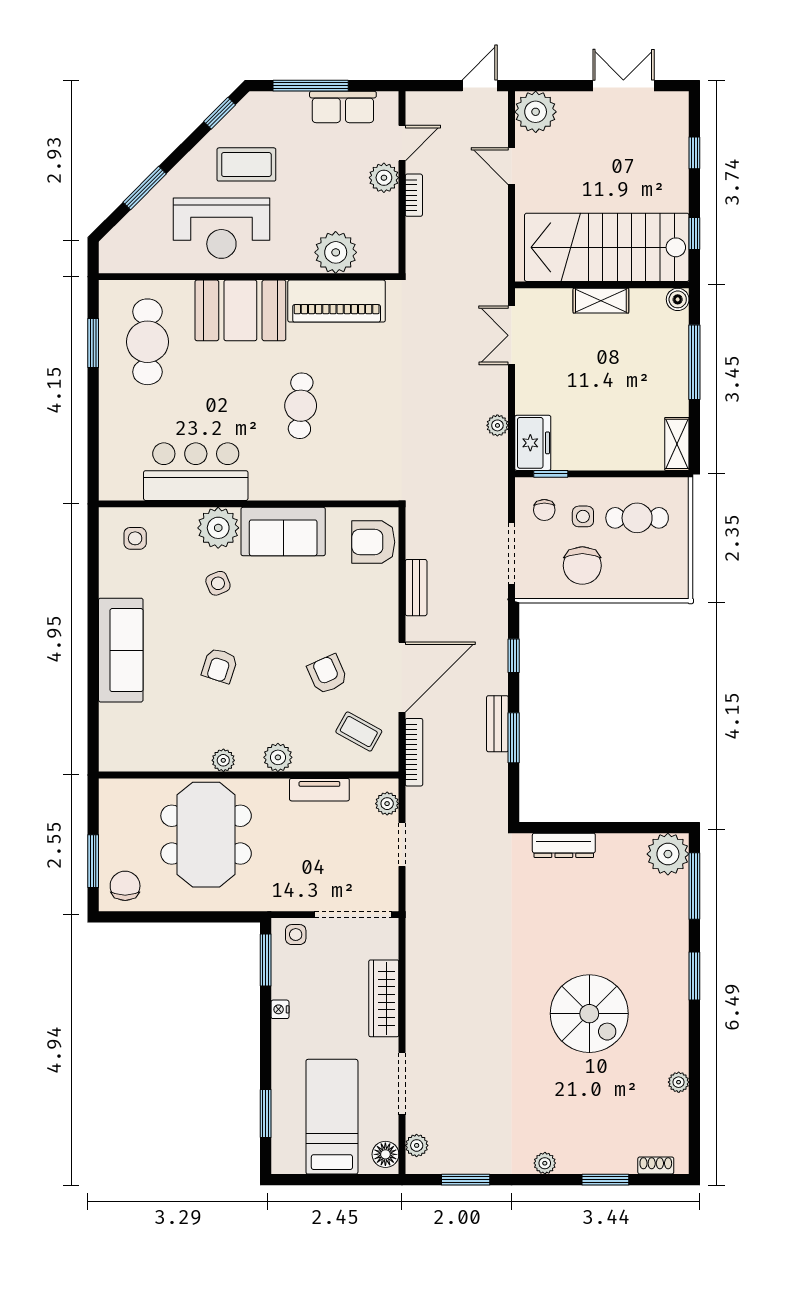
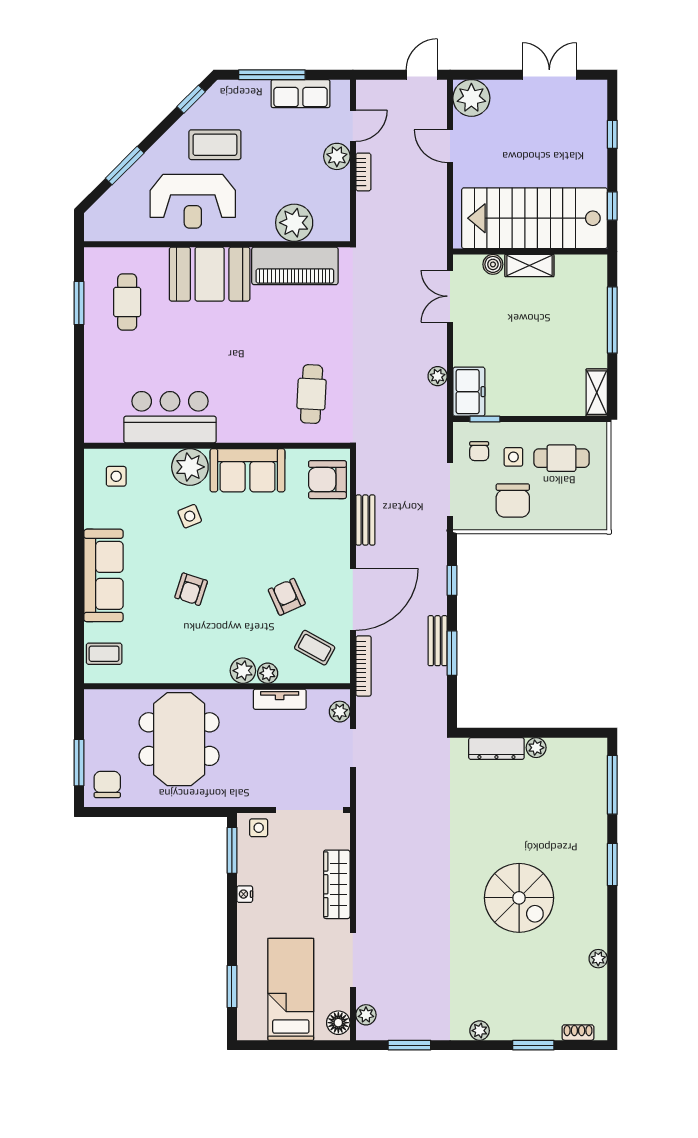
boiler: (678, 299) -> (493, 264), moved
cafe table: (147, 342) -> (127, 302), width x0.73, depth x0.74
cafe table: (301, 406) -> (312, 394), moved
coffee table: (121, 738) -> (104, 654), added
plant: (223, 760) -> (268, 673), moved
plant: (668, 854) -> (536, 748), moved, width x0.53, depth x0.53

